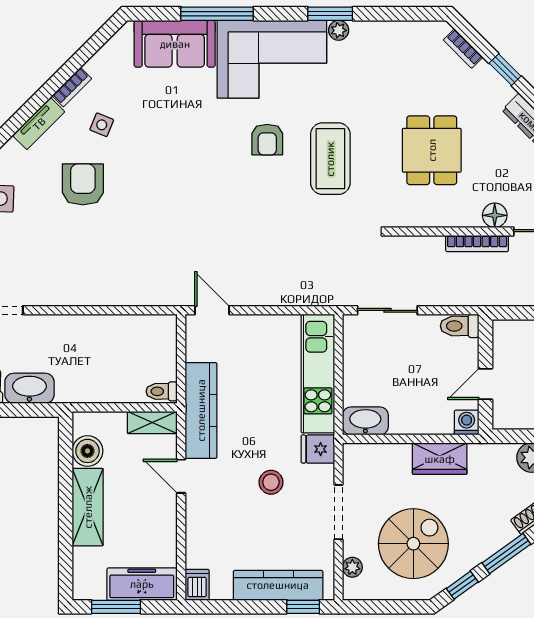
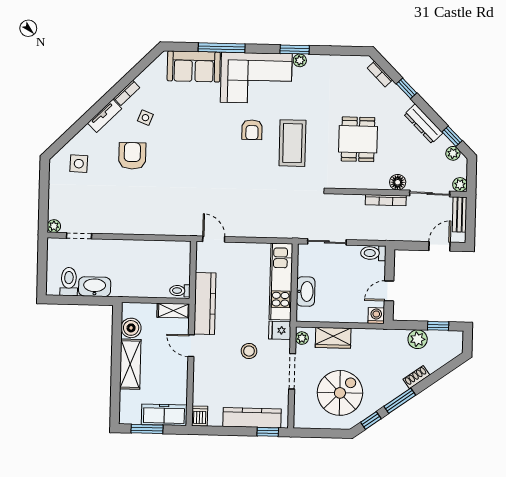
washbasin: (365, 421) -> (306, 291), moved, turned 90
wardrobe: (440, 459) -> (333, 338), moved
plant: (352, 567) -> (302, 338), moved

